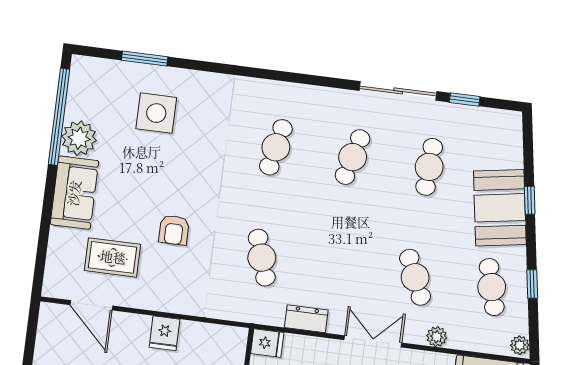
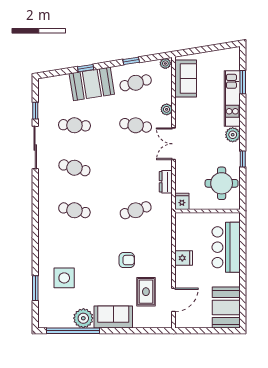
cafe table: (415, 277) -> (136, 125), turned 33

